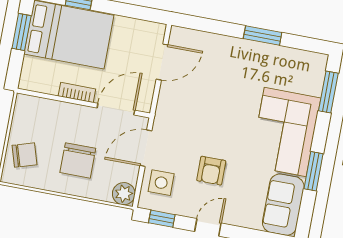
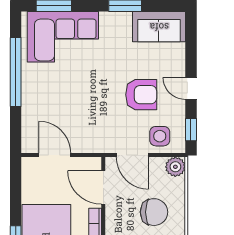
window: (263, 36) -> (16, 72), width x2.11
corner sofa: (285, 132) -> (63, 37), moved
armchair: (211, 171) -> (141, 95), width x1.38, depth x1.38

